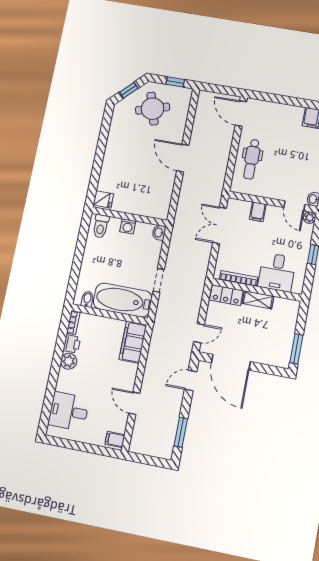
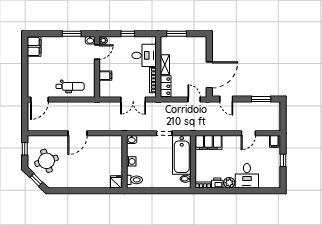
double door: (220, 225) -> (133, 100), moved
window: (296, 349) -> (177, 34), moved
desk: (69, 411) -> (247, 176), moved
window: (85, 447) -> (283, 160), added

